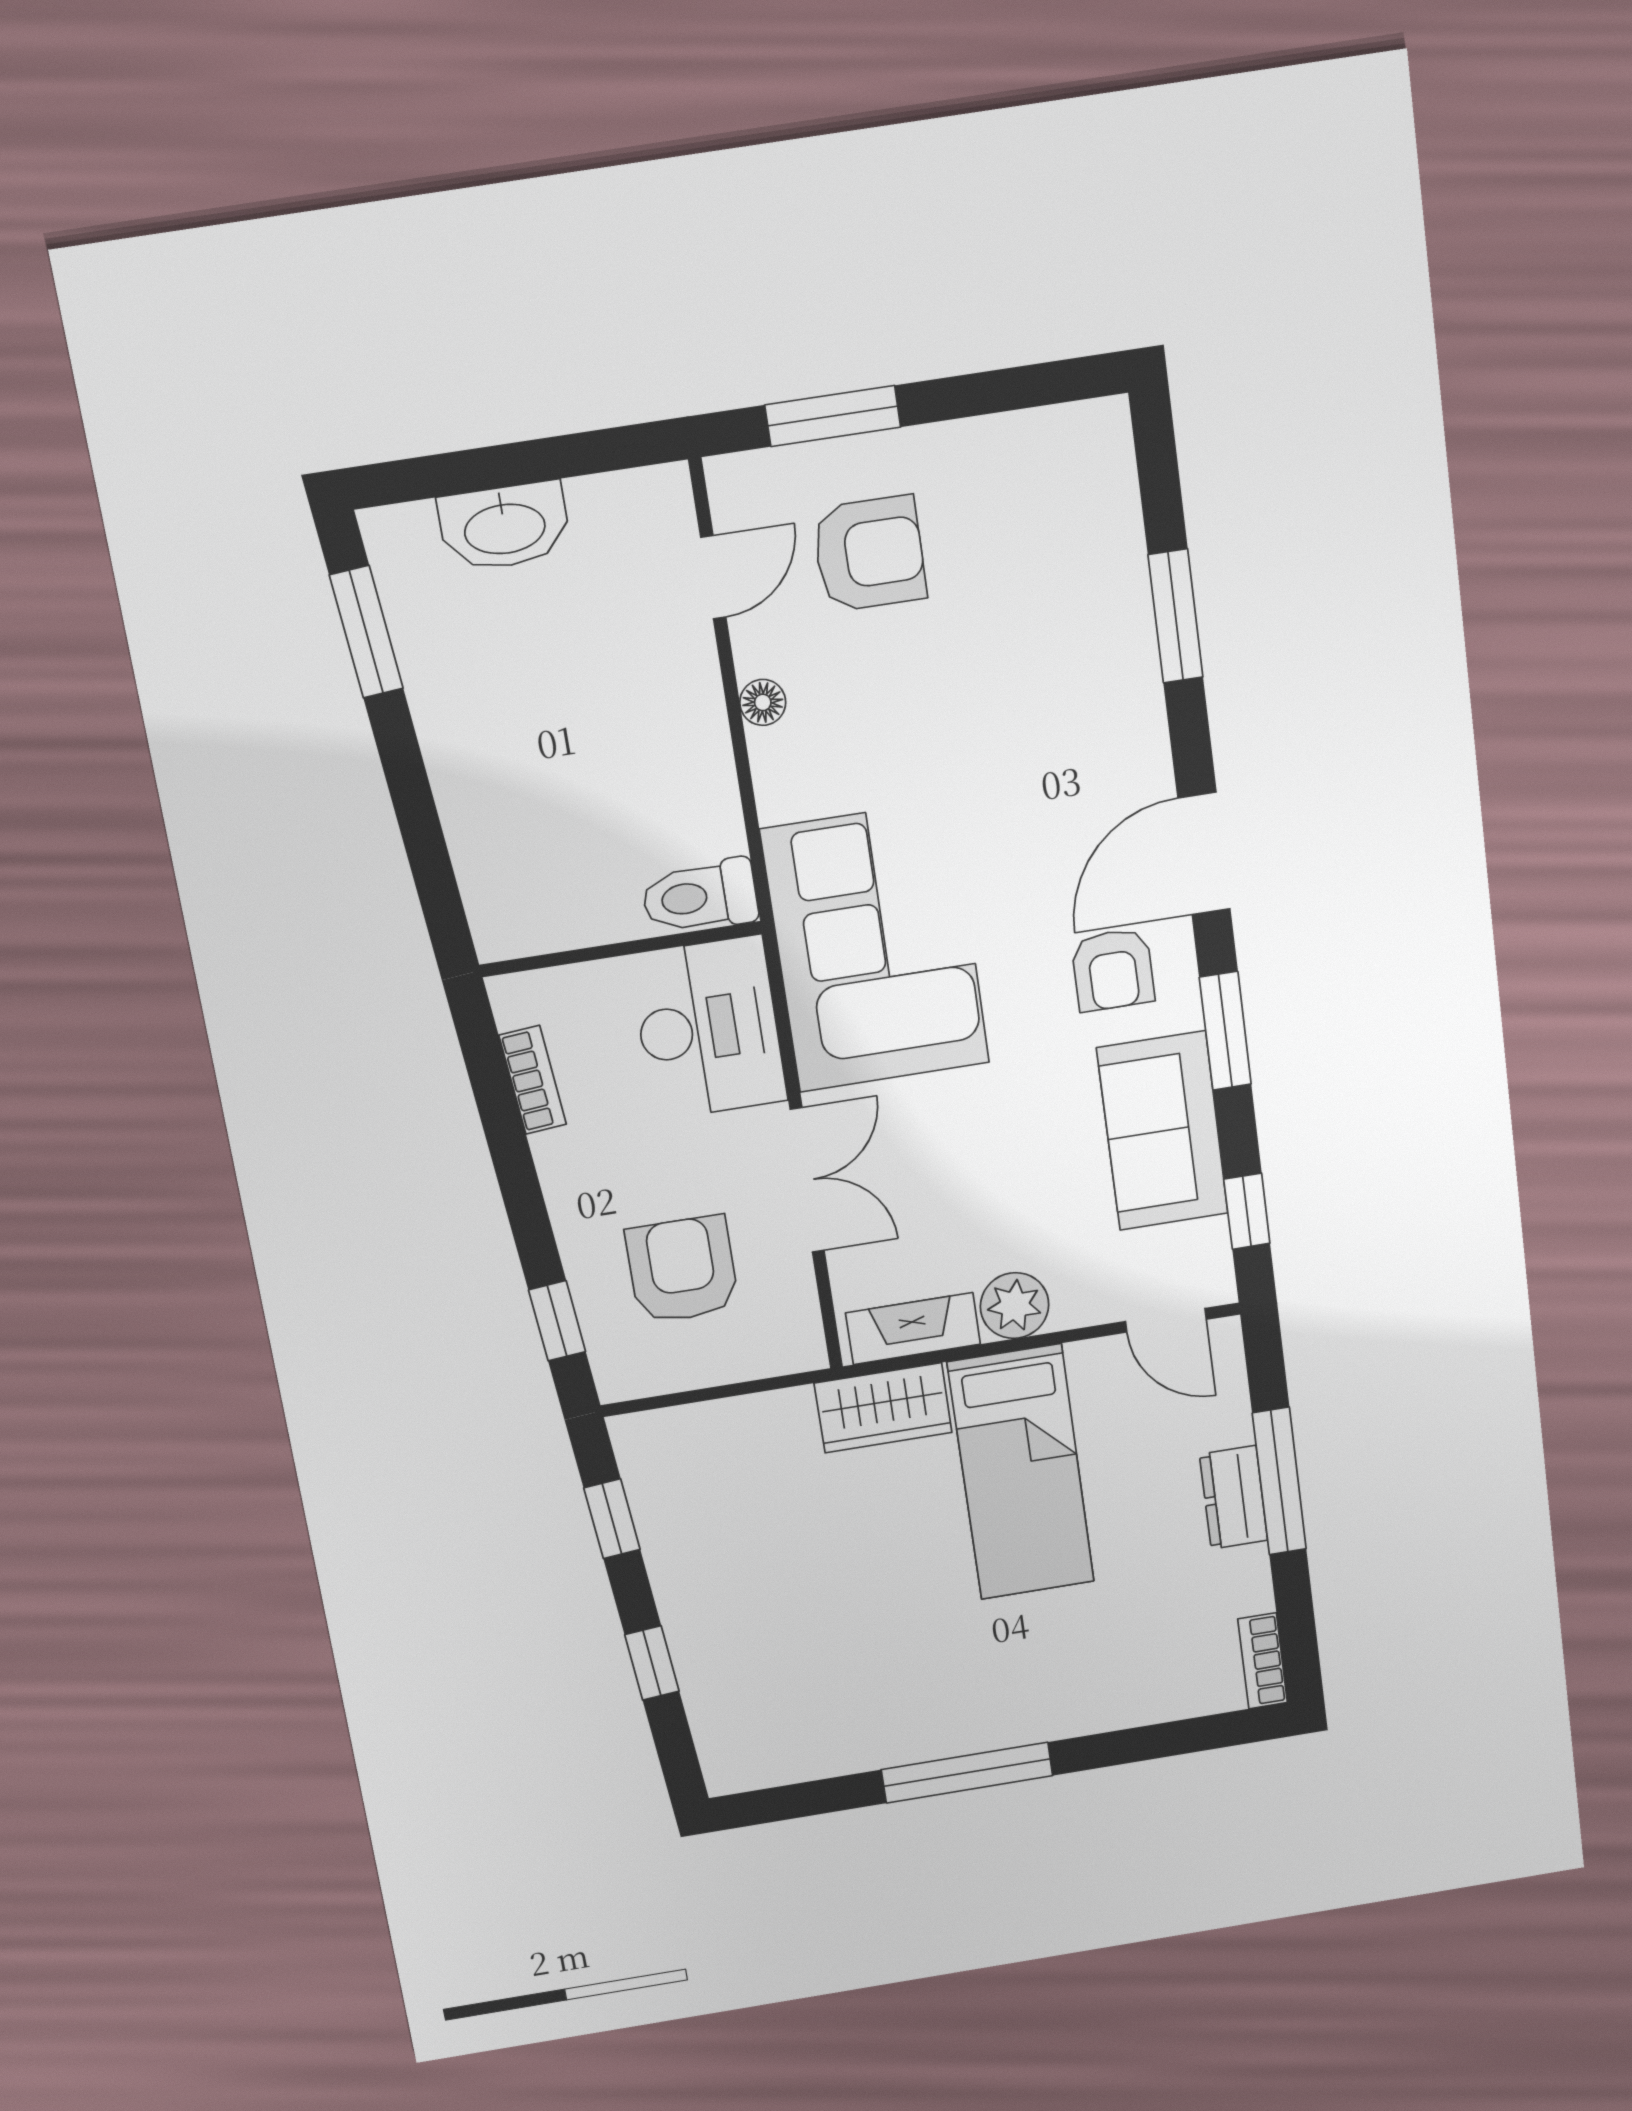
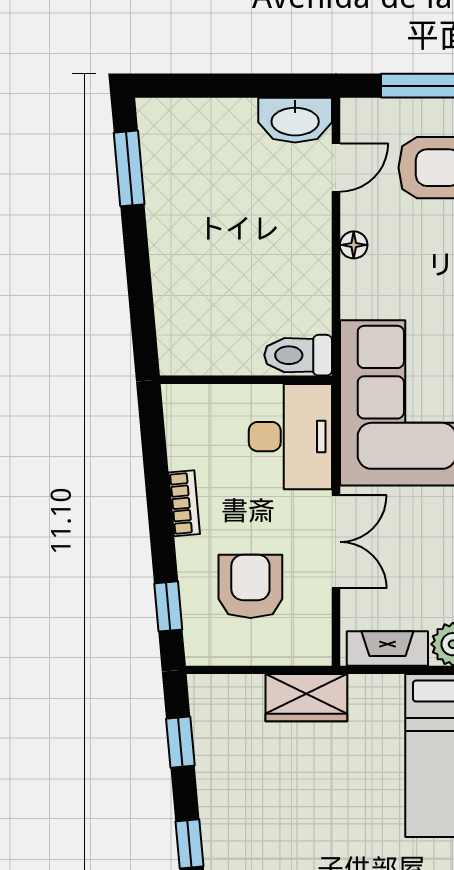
washbasin: (504, 527) -> (295, 120), moved
bookcase: (533, 1080) -> (184, 503), moved
wardrobe: (883, 1408) -> (306, 698), moved

